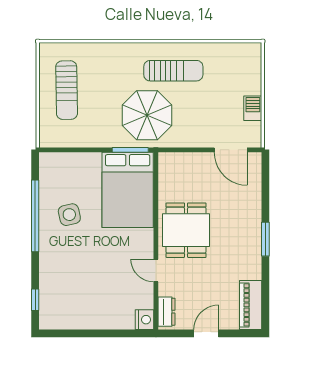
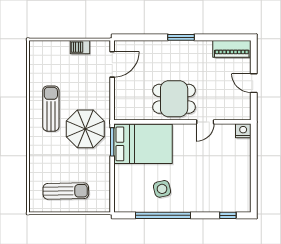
dresser: (167, 312) -> (237, 114), removed

